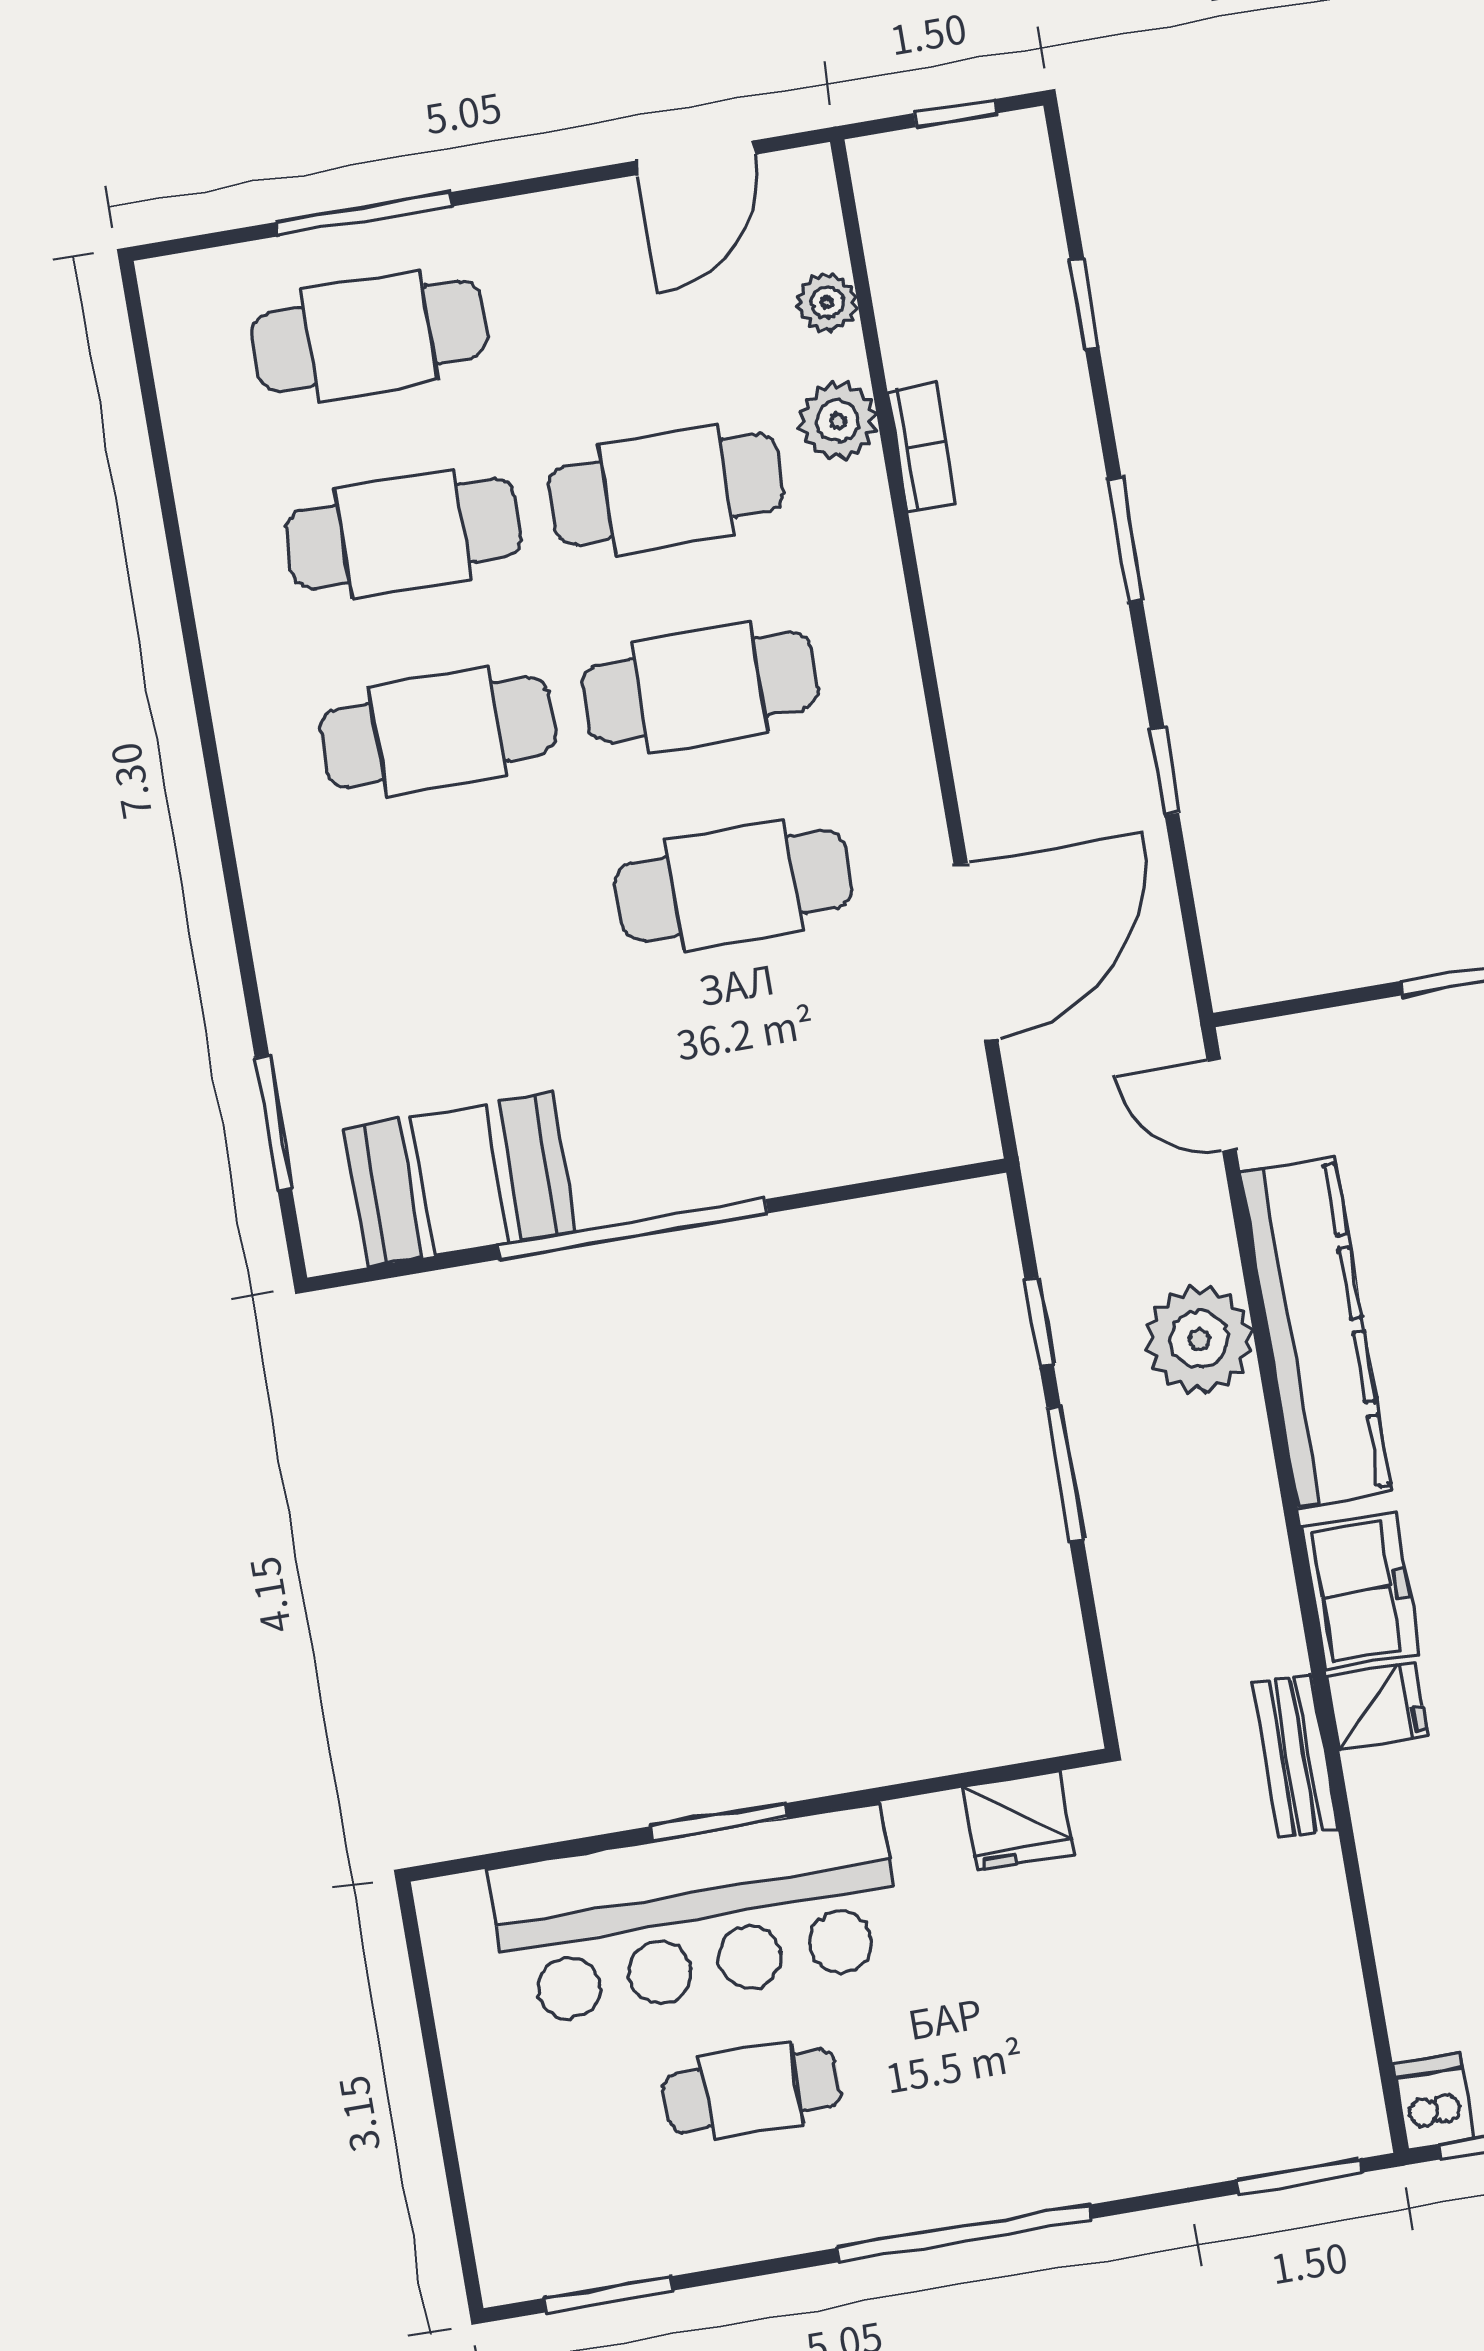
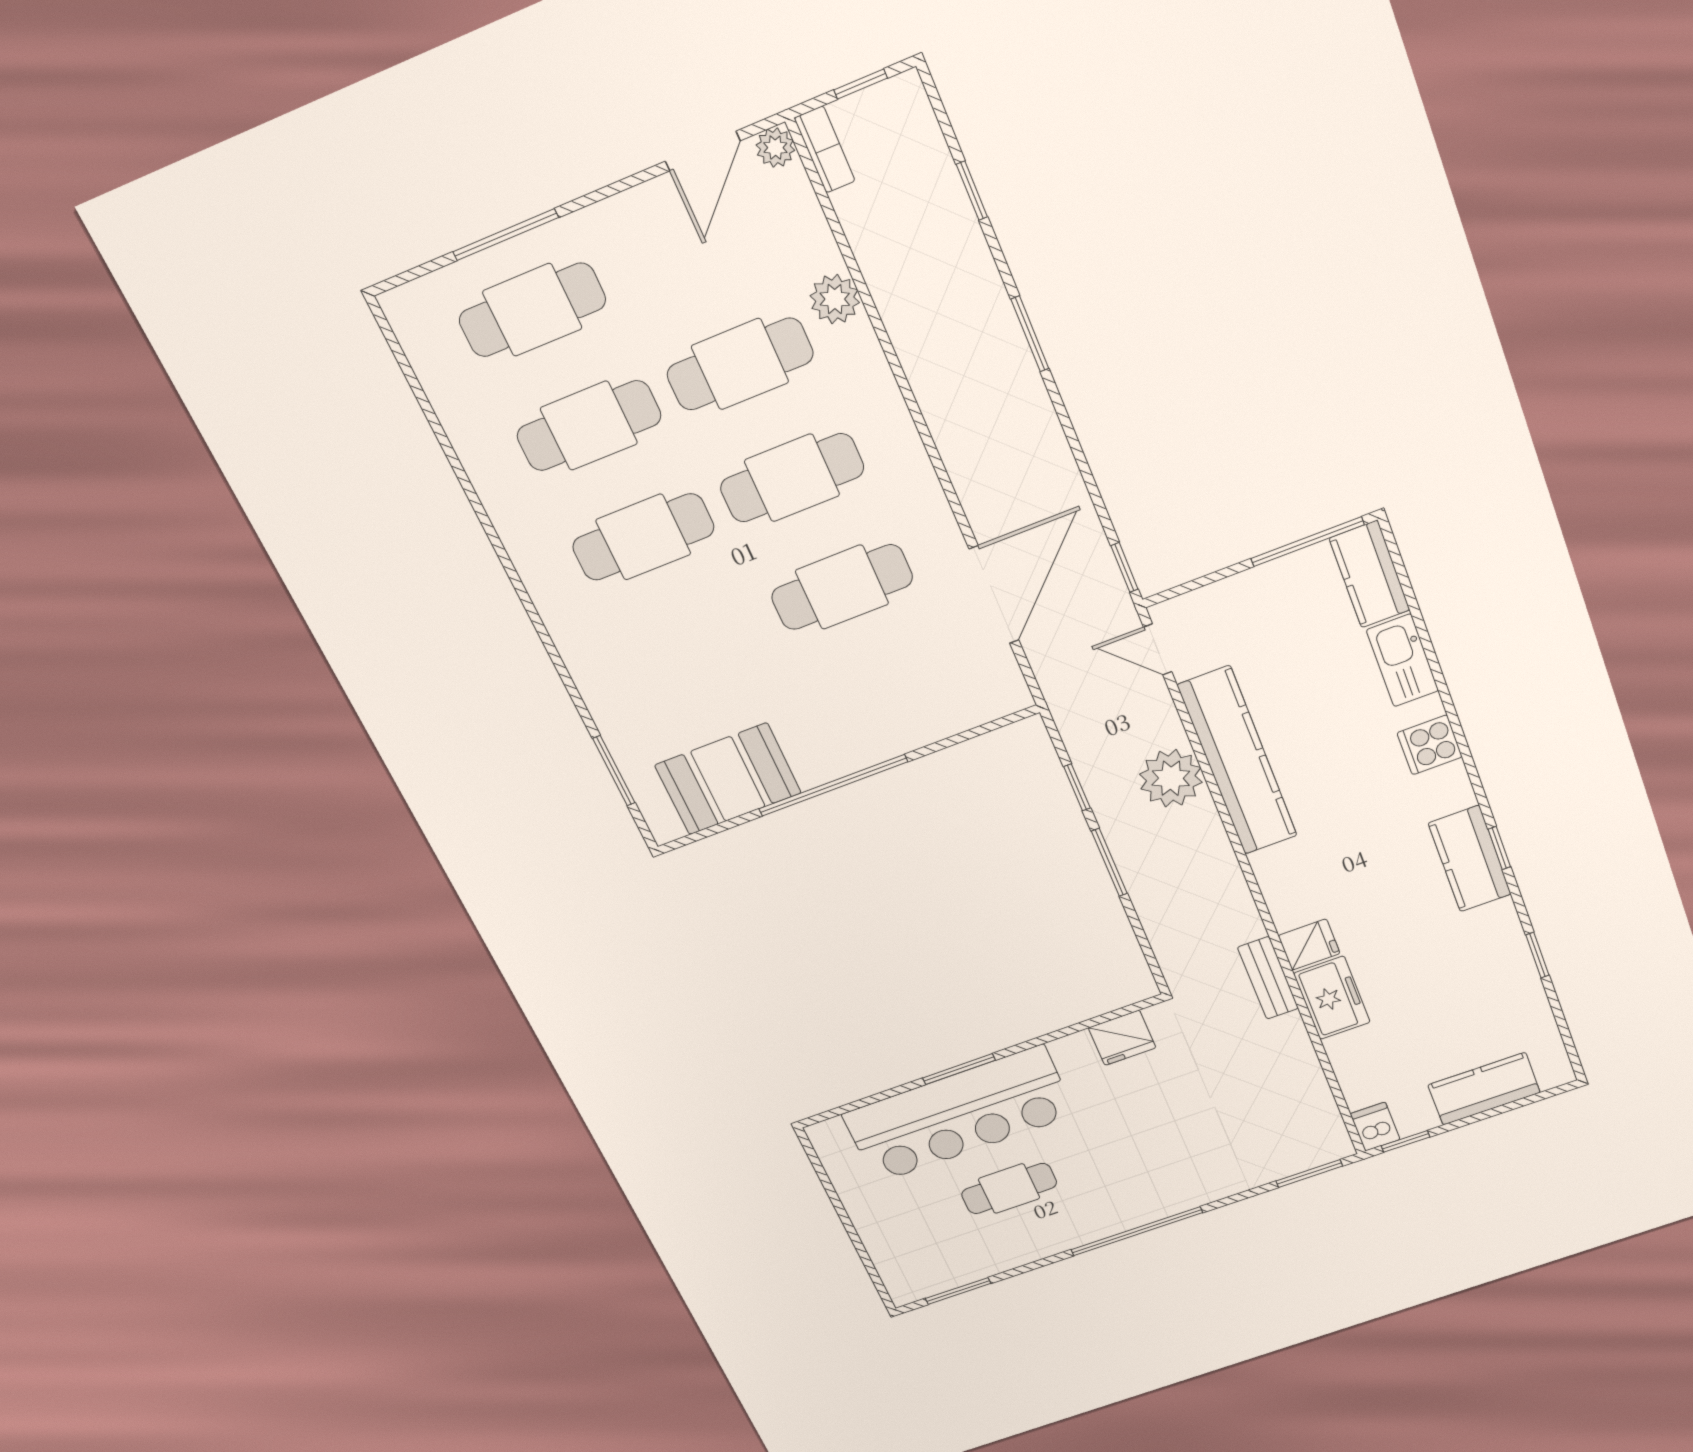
plant: (827, 302) -> (775, 148), moved
bookcase: (922, 447) -> (825, 150), moved
window: (1164, 771) -> (1124, 567), moved
freezer: (1360, 1591) -> (1332, 998), moved

